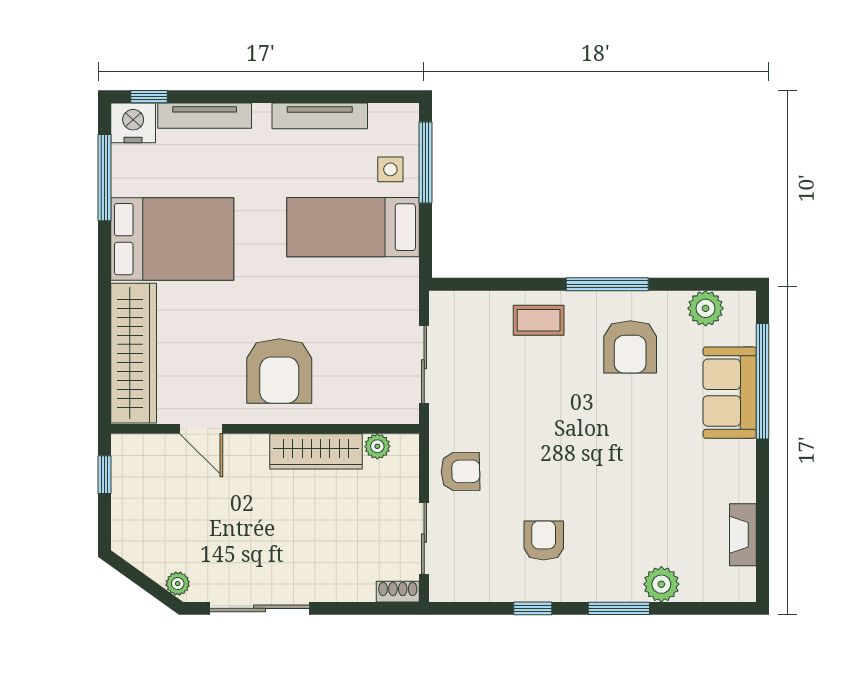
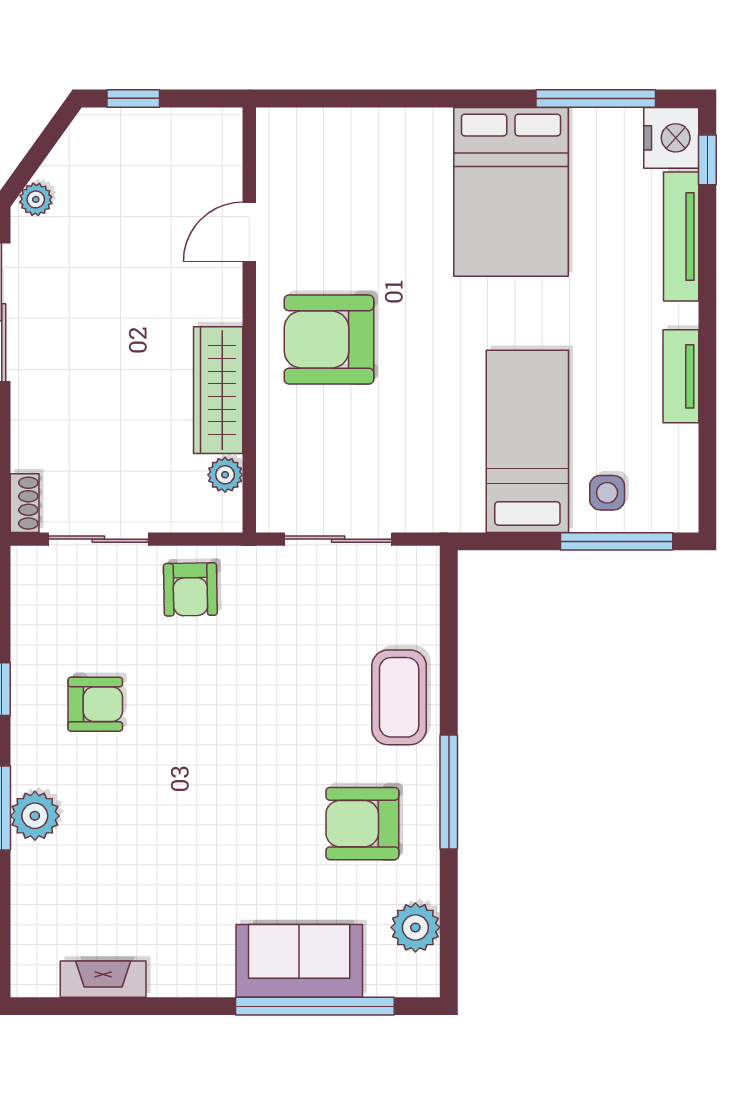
tv unit: (320, 116) -> (681, 376), width x0.71
coffee table: (539, 320) -> (399, 697), width x1.36, depth x1.30
wardrobe: (134, 353) -> (354, 139), removed
window: (105, 475) -> (133, 98), moved
plant: (661, 584) -> (35, 816), moved

